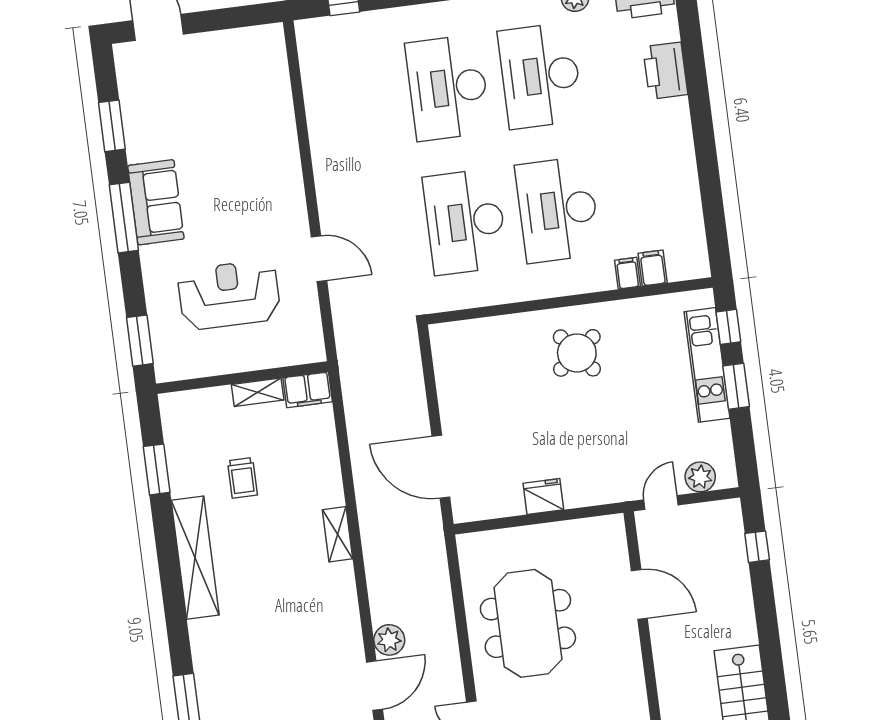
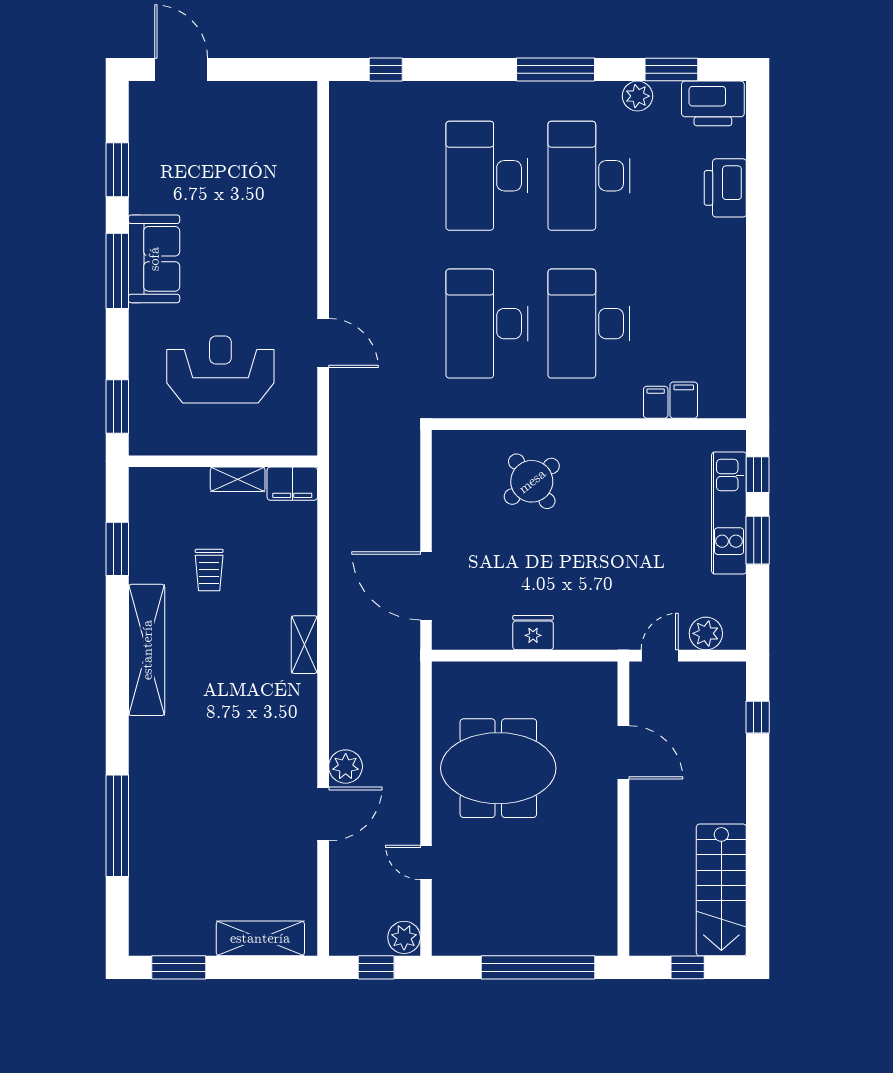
round table: (577, 353) -> (532, 481), moved
meeting table: (528, 623) -> (498, 768), turned 90

